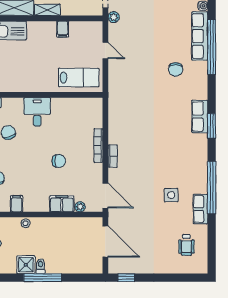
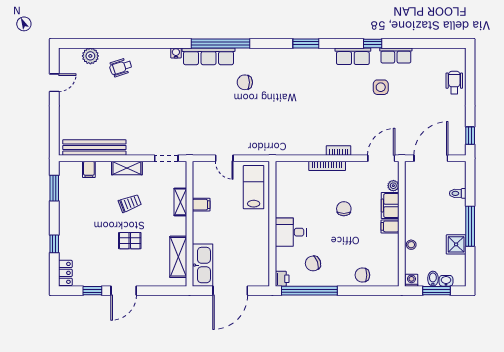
shelving: (47, 10) -> (180, 202), moved
plant: (114, 17) -> (188, 149), removed
door: (105, 50) -> (224, 158), swing flipped
chair: (176, 69) -> (245, 82), turned 180
row of seats: (200, 116) -> (353, 56), moved
window: (212, 188) -> (373, 43), width x0.32
filing cabinet: (17, 204) -> (390, 226), moved
wheelchair: (186, 245) -> (454, 82), moved, turned -90
toilet: (40, 266) -> (458, 193), moved

